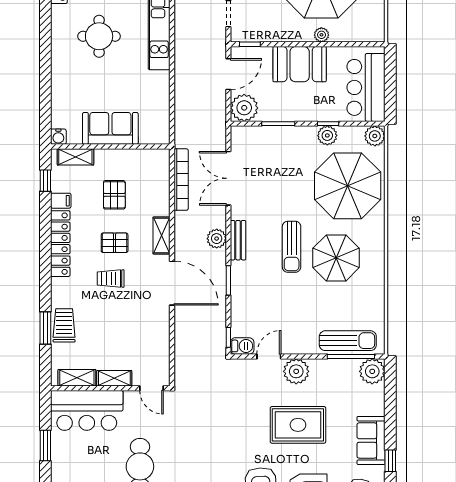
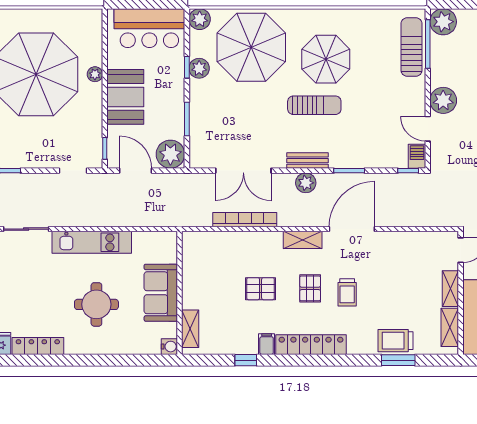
sofa: (110, 128) -> (161, 293), moved
water cooler: (58, 137) -> (169, 347), moved
wall: (110, 147) -> (180, 293), moved
shelving: (75, 157) -> (190, 329), moved

